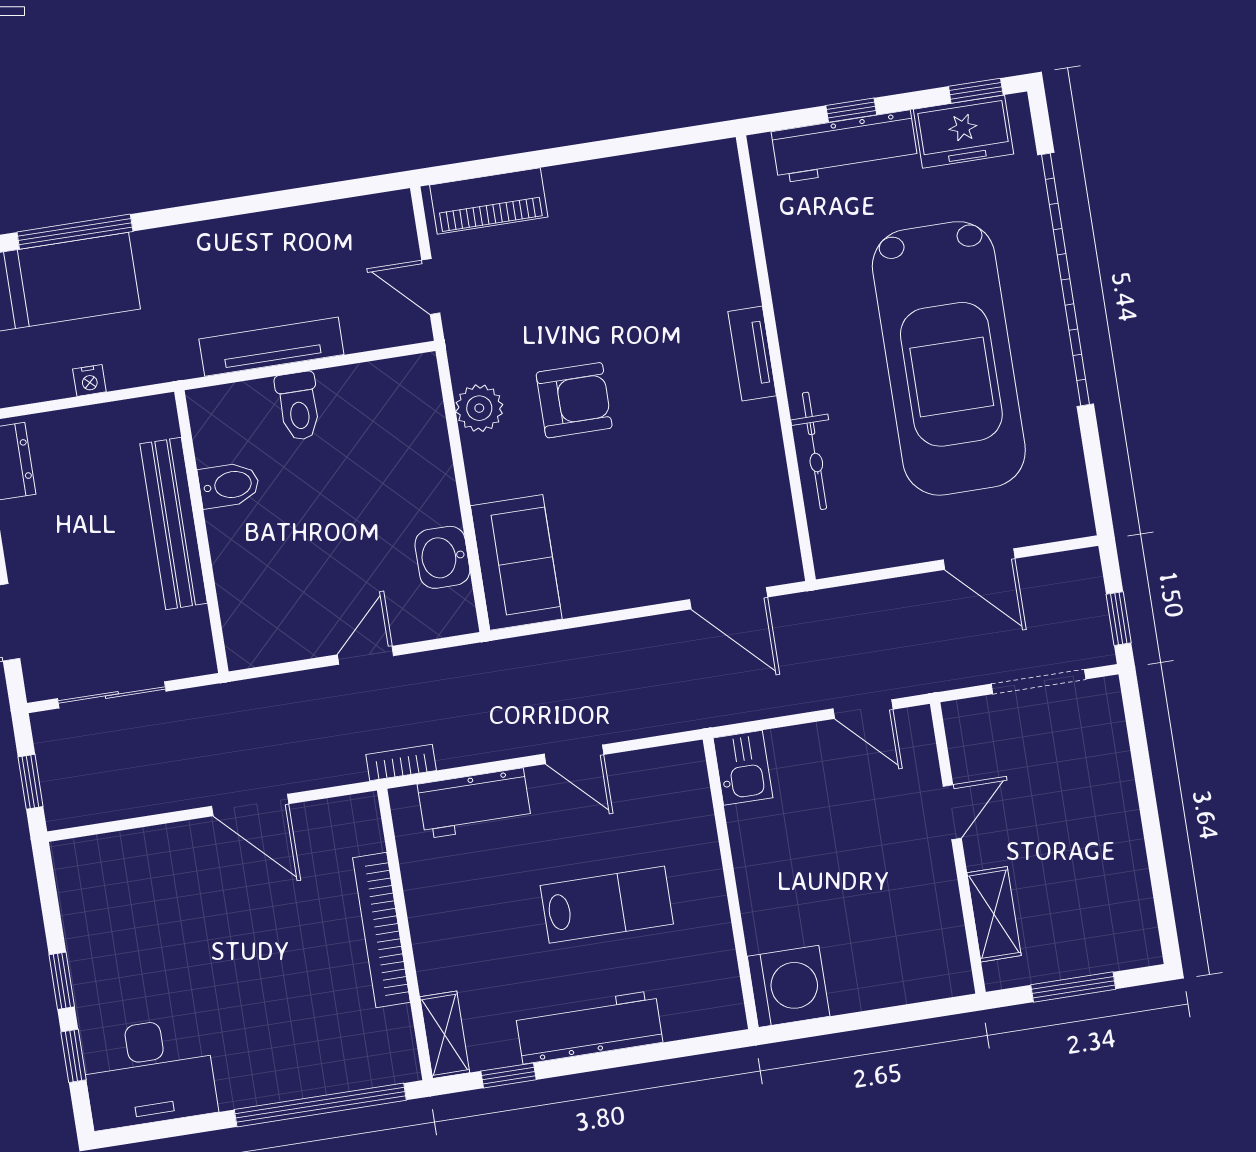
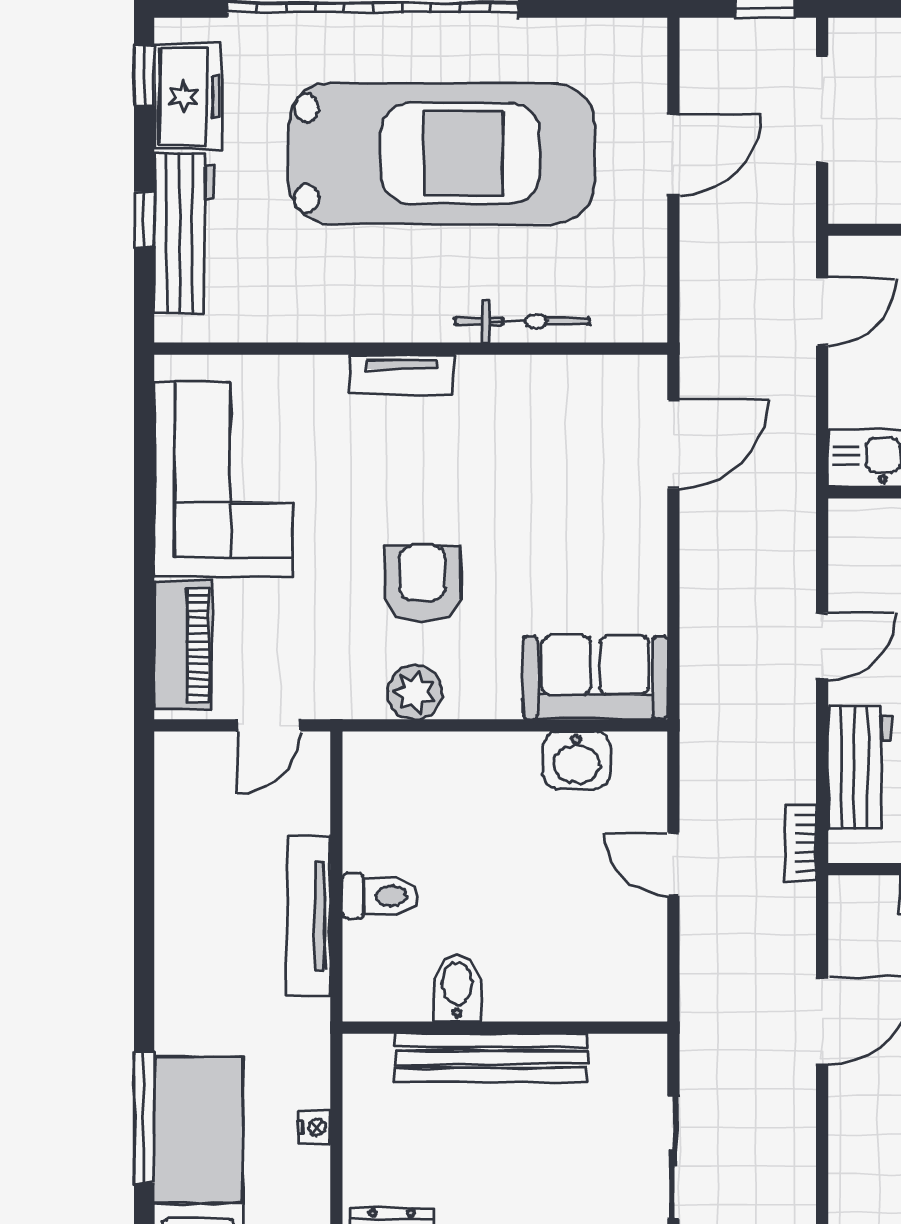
corner sofa: (637, 214) -> (223, 480), added

